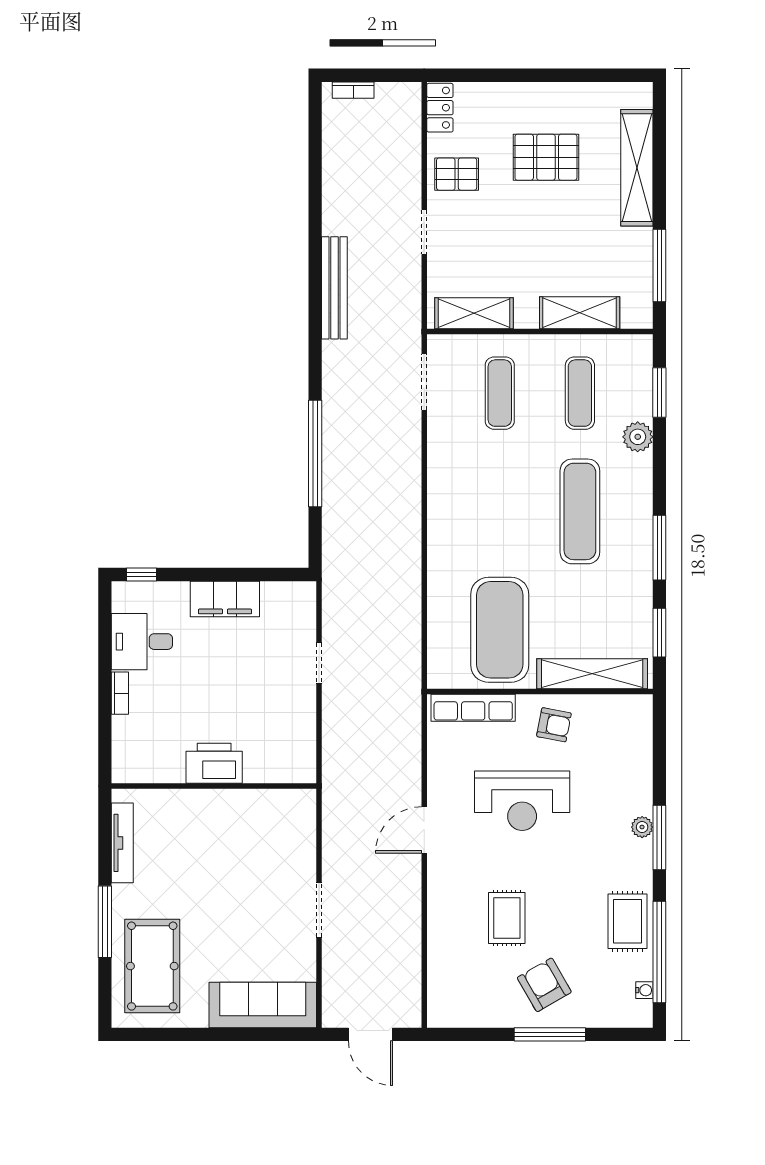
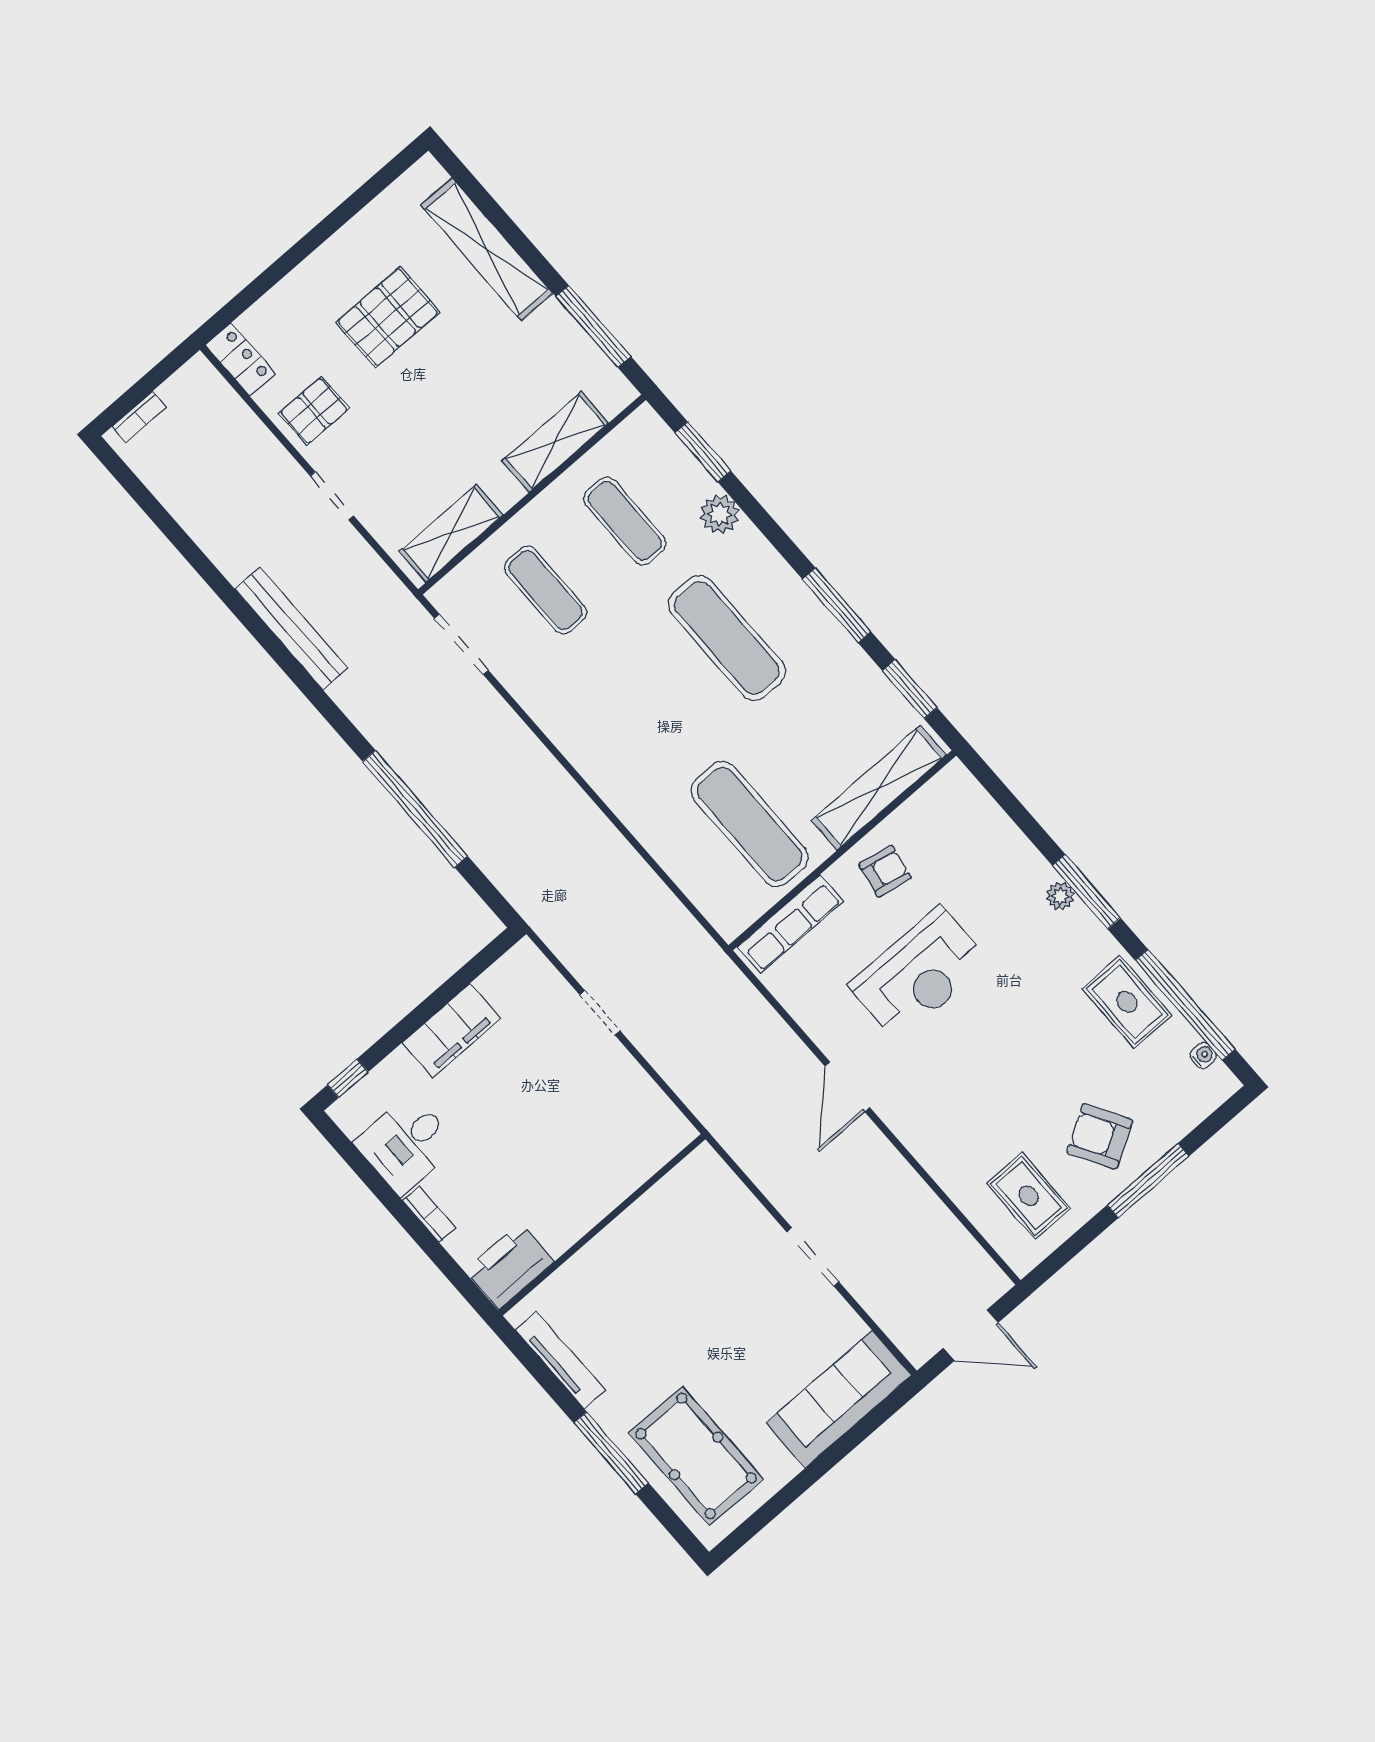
exercise mat: (500, 630) -> (750, 824), width x0.68
printer: (214, 763) -> (509, 1266), moved
rug: (507, 918) -> (1029, 1196), moved

